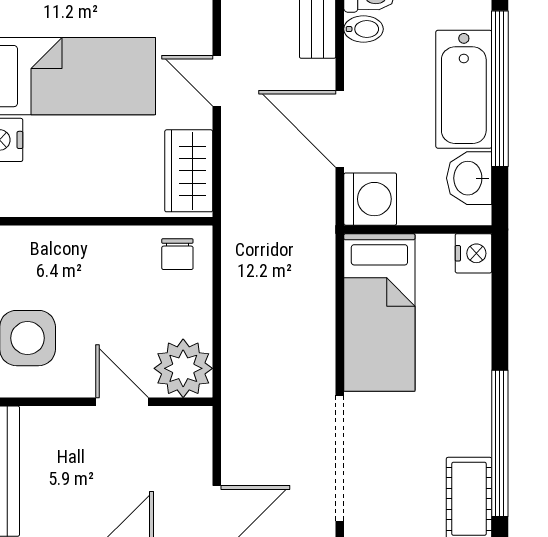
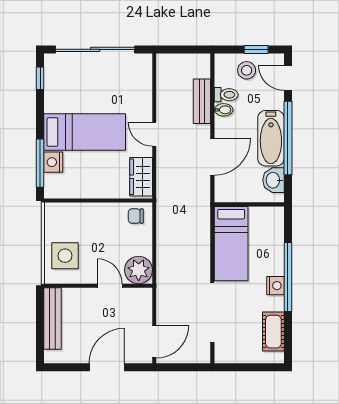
door: (340, 129) -> (212, 157), swing flipped
washing machine: (370, 199) -> (227, 190), removed
nightstand: (473, 253) -> (276, 286), moved
chair: (177, 254) -> (136, 216), turned 90
window: (500, 443) -> (288, 277), moved

